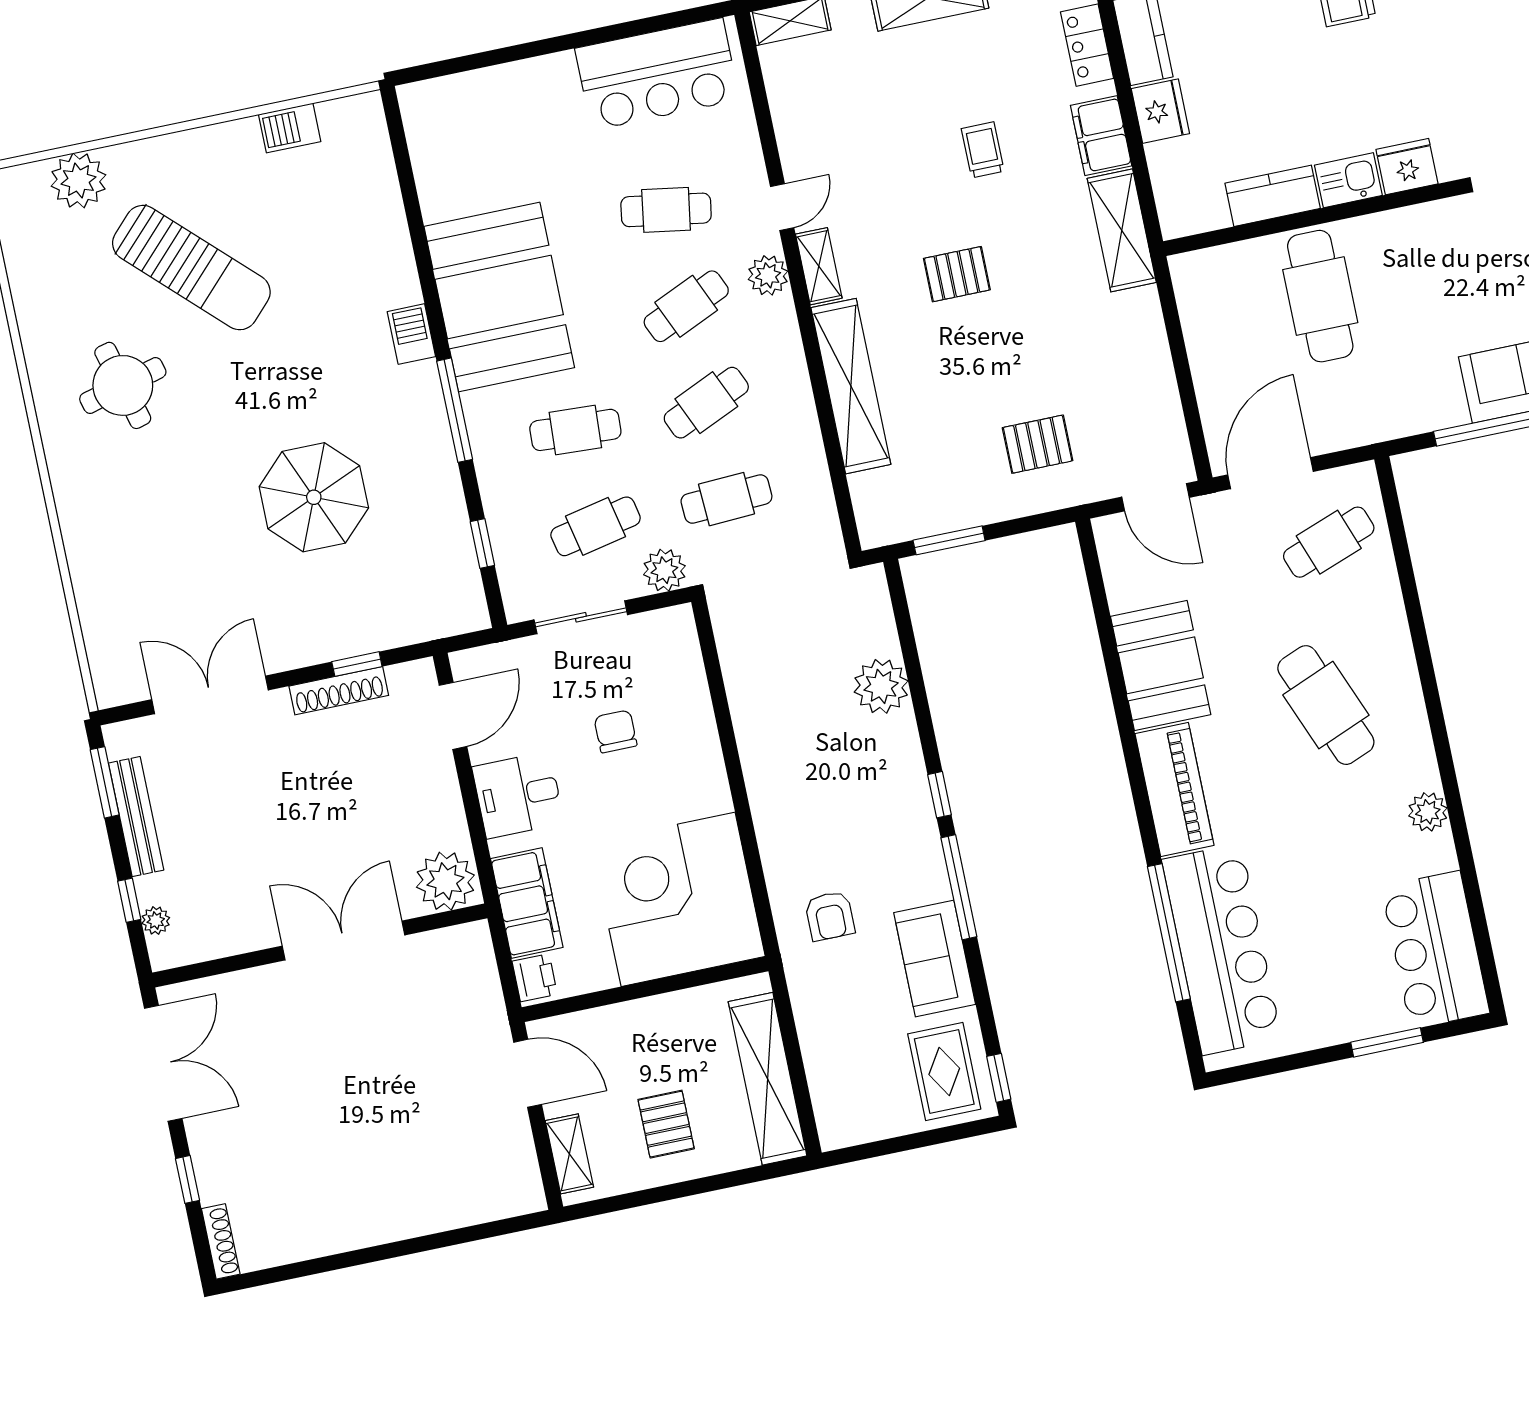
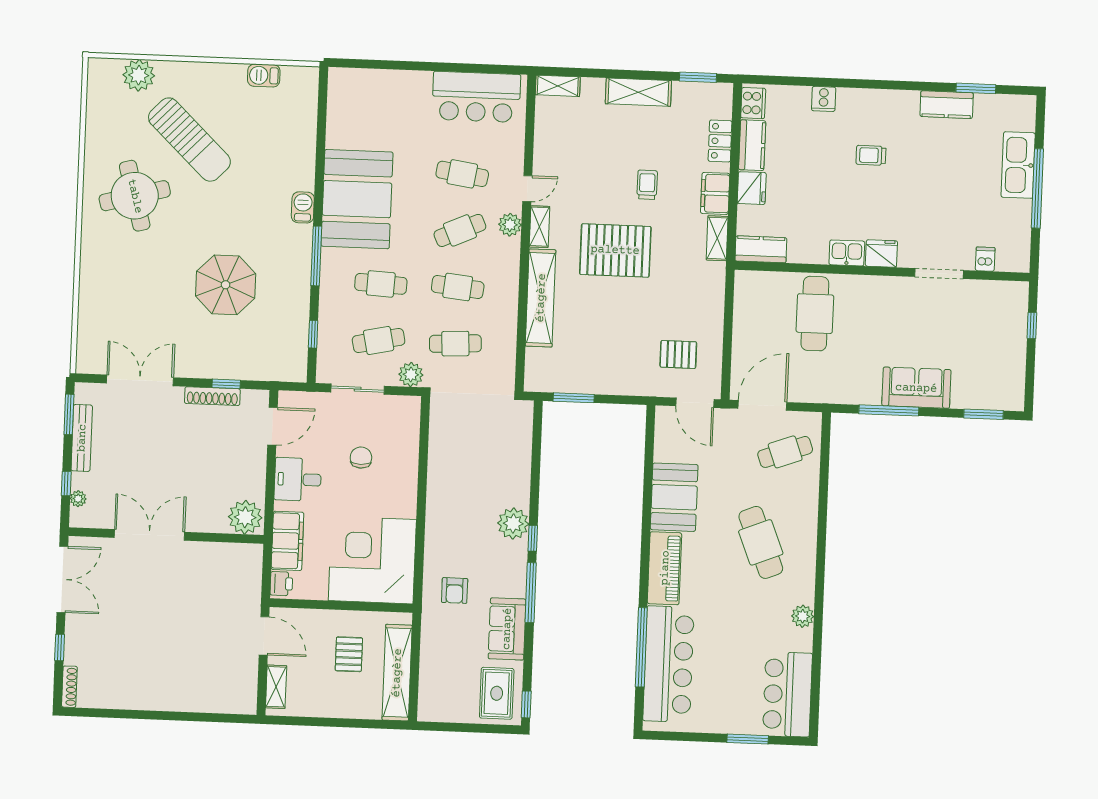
kitchen counter: (1273, 196) -> (761, 249), moved
shelving: (1122, 230) -> (717, 238), width x0.67, depth x0.75
pallet: (957, 274) -> (615, 250), width x2.05, depth x2.00
round table: (123, 385) -> (135, 196), width x1.36, depth x1.36
cafe table: (706, 403) -> (458, 287), turned 30
pallet: (1038, 444) -> (678, 354), moved
plant: (881, 686) -> (513, 524), moved
double door: (343, 940) -> (149, 535), moved
pallet: (666, 1124) -> (349, 654), moved

